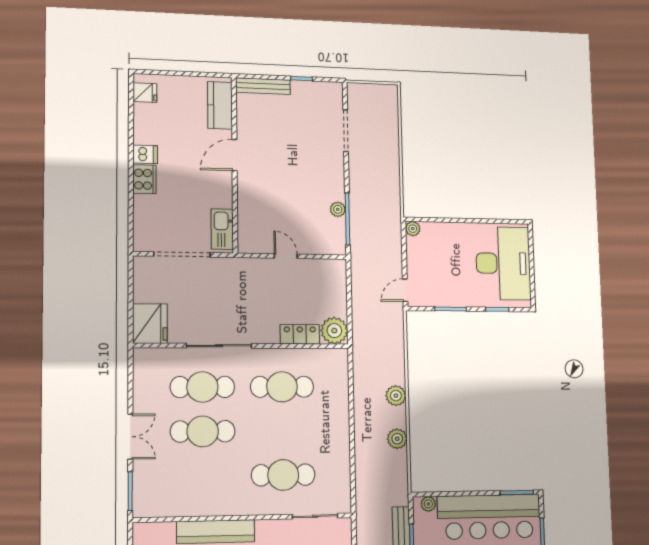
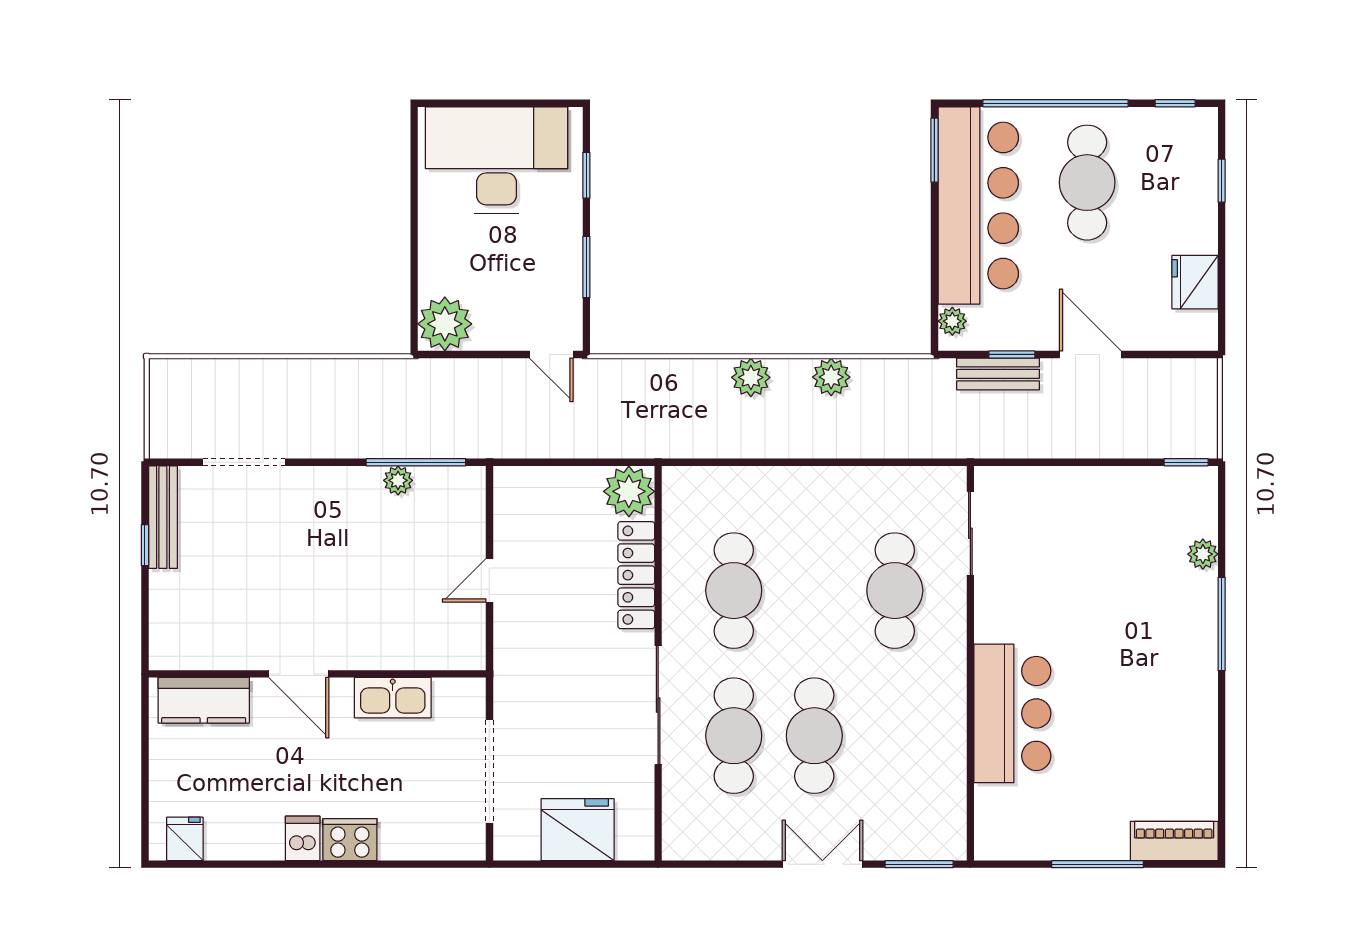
bench: (263, 86) -> (163, 517), moved
kitchen sink: (222, 229) -> (393, 698), moved
plant: (413, 229) -> (445, 324), width x1.87, depth x1.87
fridge: (150, 324) -> (578, 830), moved
locker: (300, 334) -> (636, 575), width x1.53

